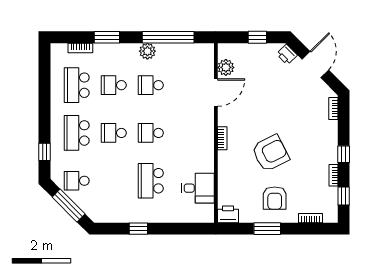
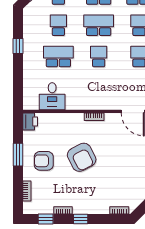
school desk: (114, 133) -> (99, 25), width x1.85
school desk: (114, 181) -> (58, 25), added

